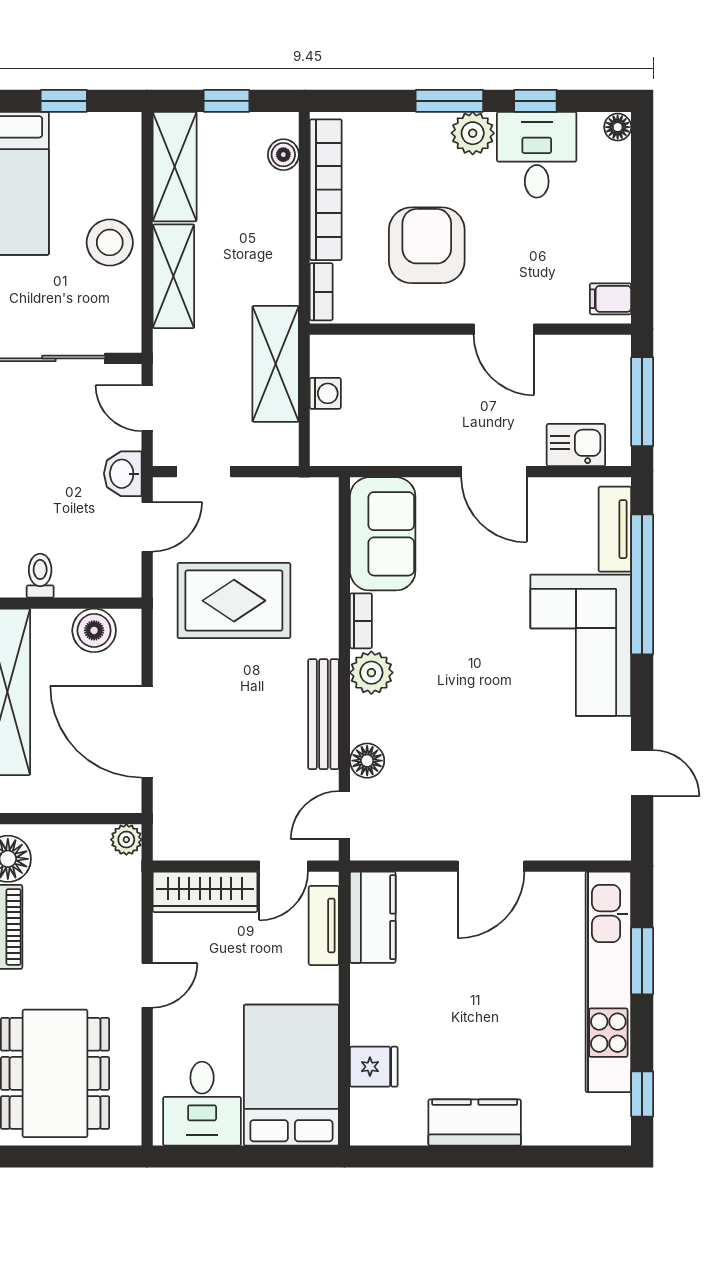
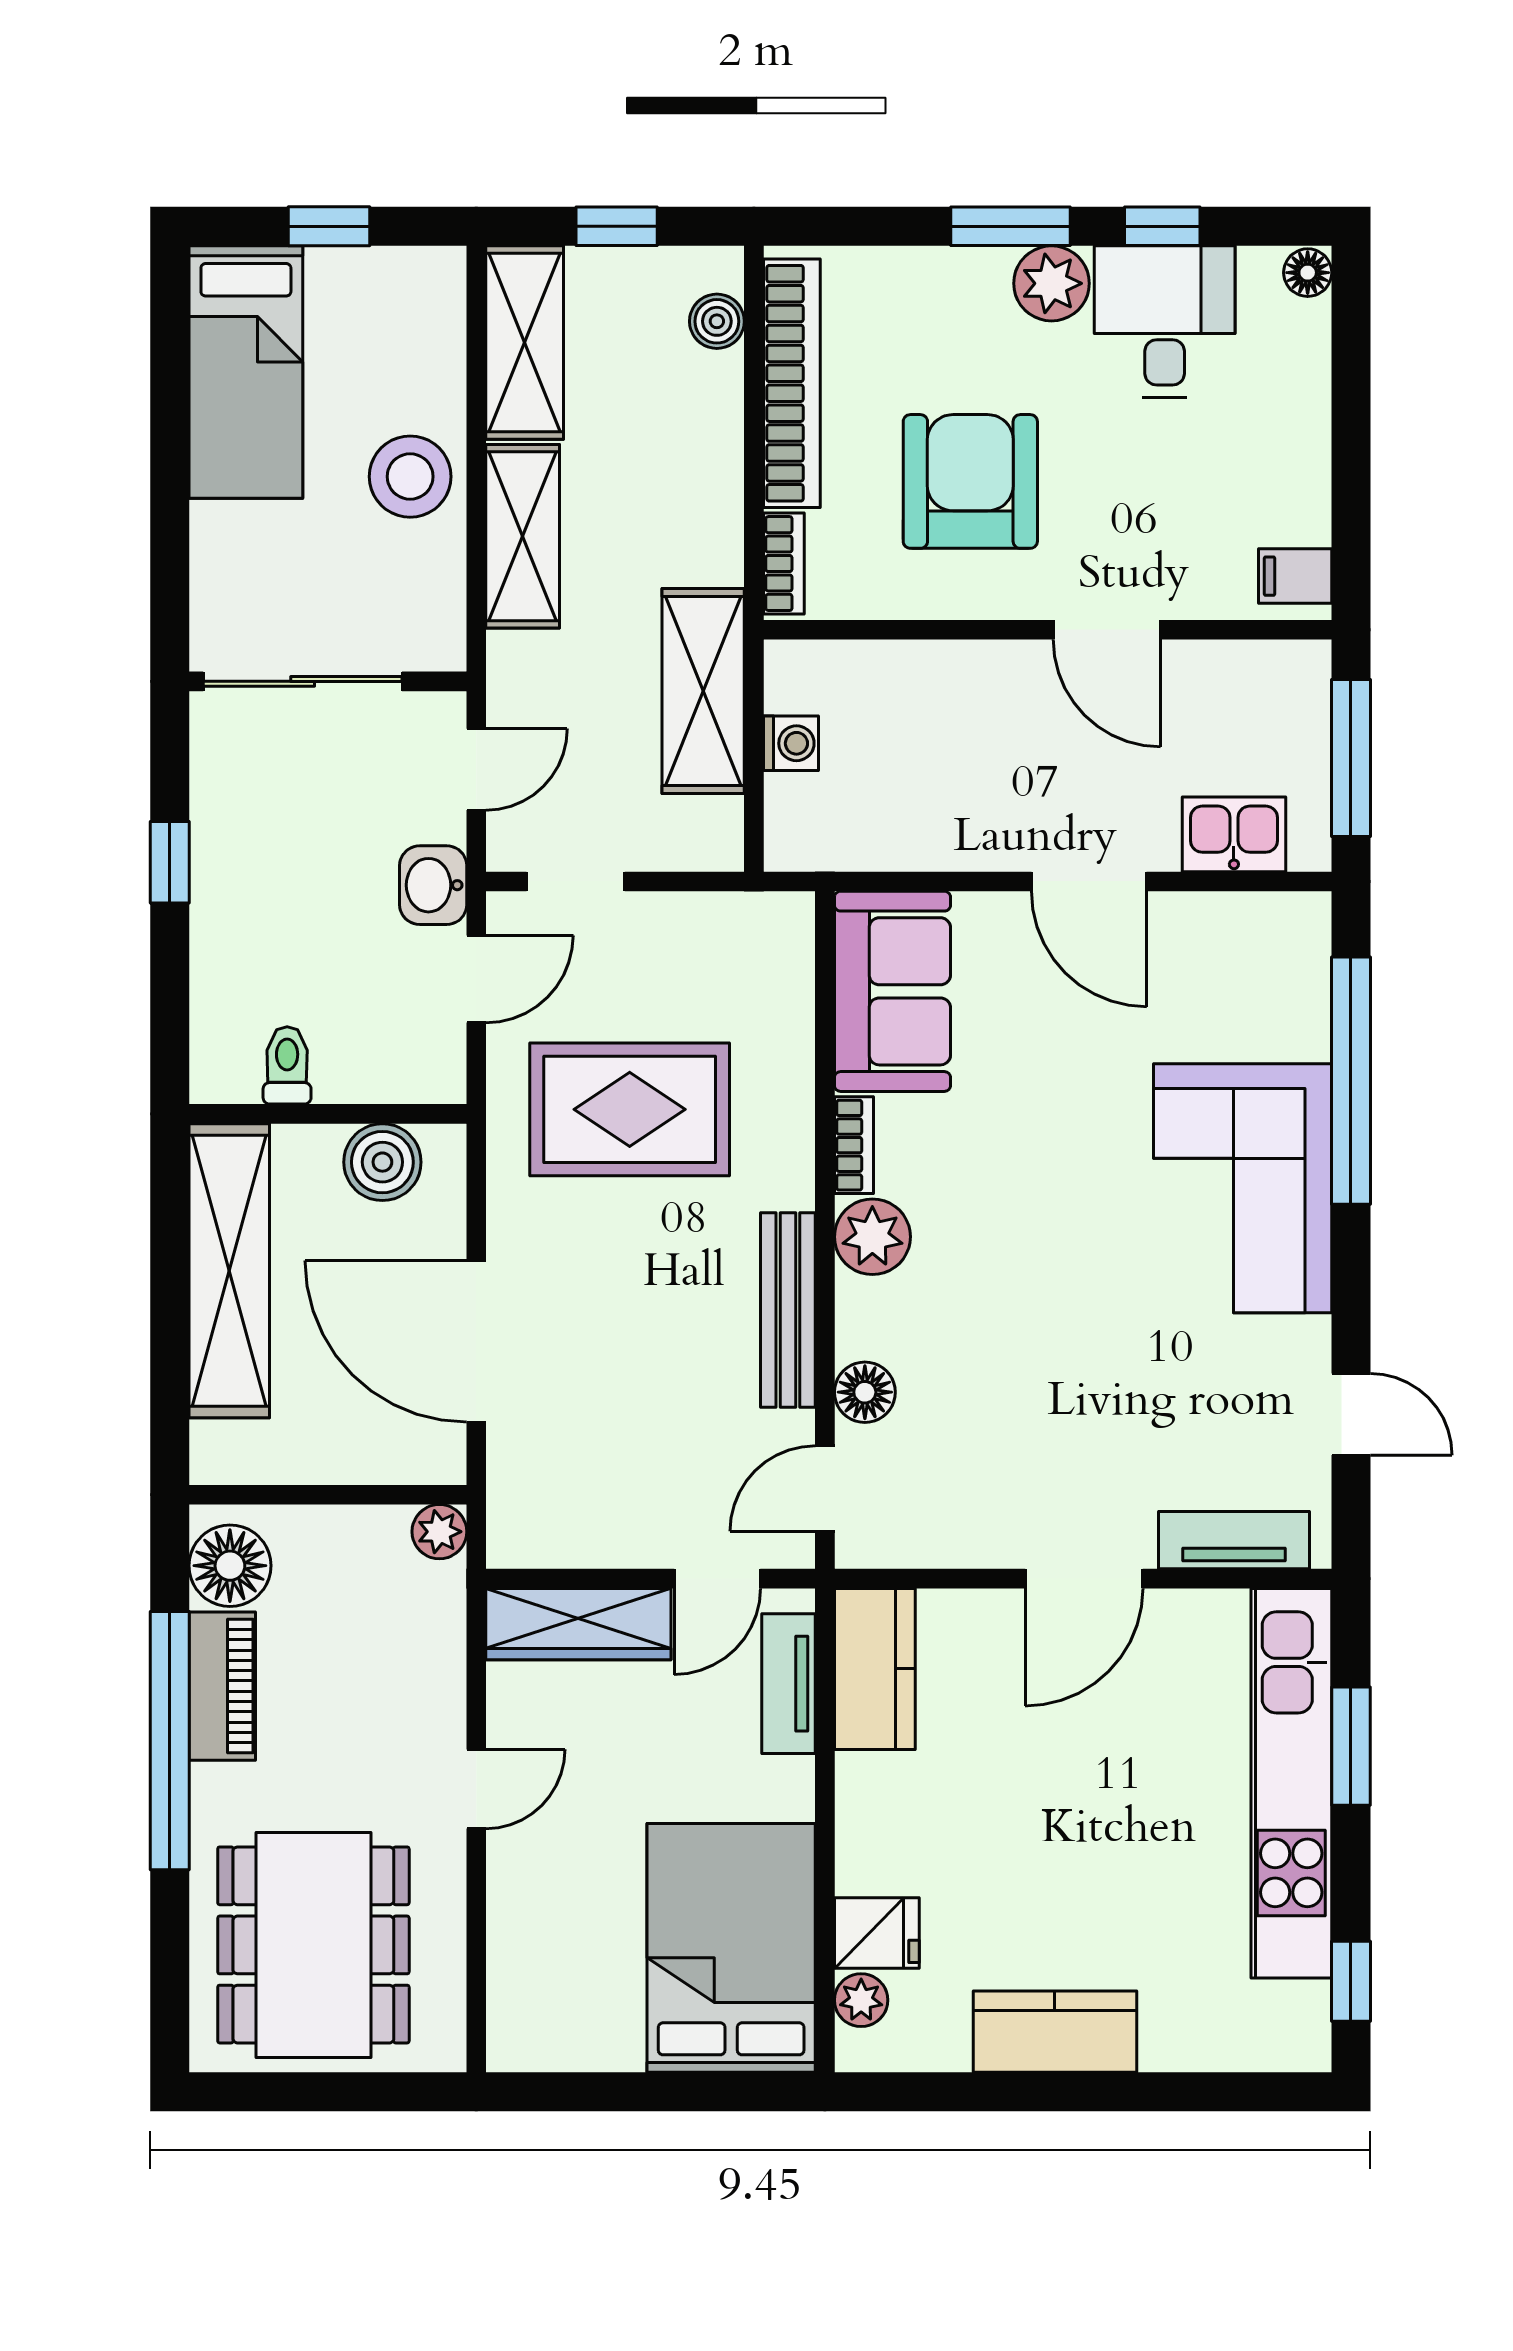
door: (147, 408) -> (476, 769), swing flipped
tv unit: (615, 529) -> (1234, 1540), moved, turned 90
desk: (202, 1104) -> (573, 1998), removed
plant: (365, 1105) -> (861, 2000), added

